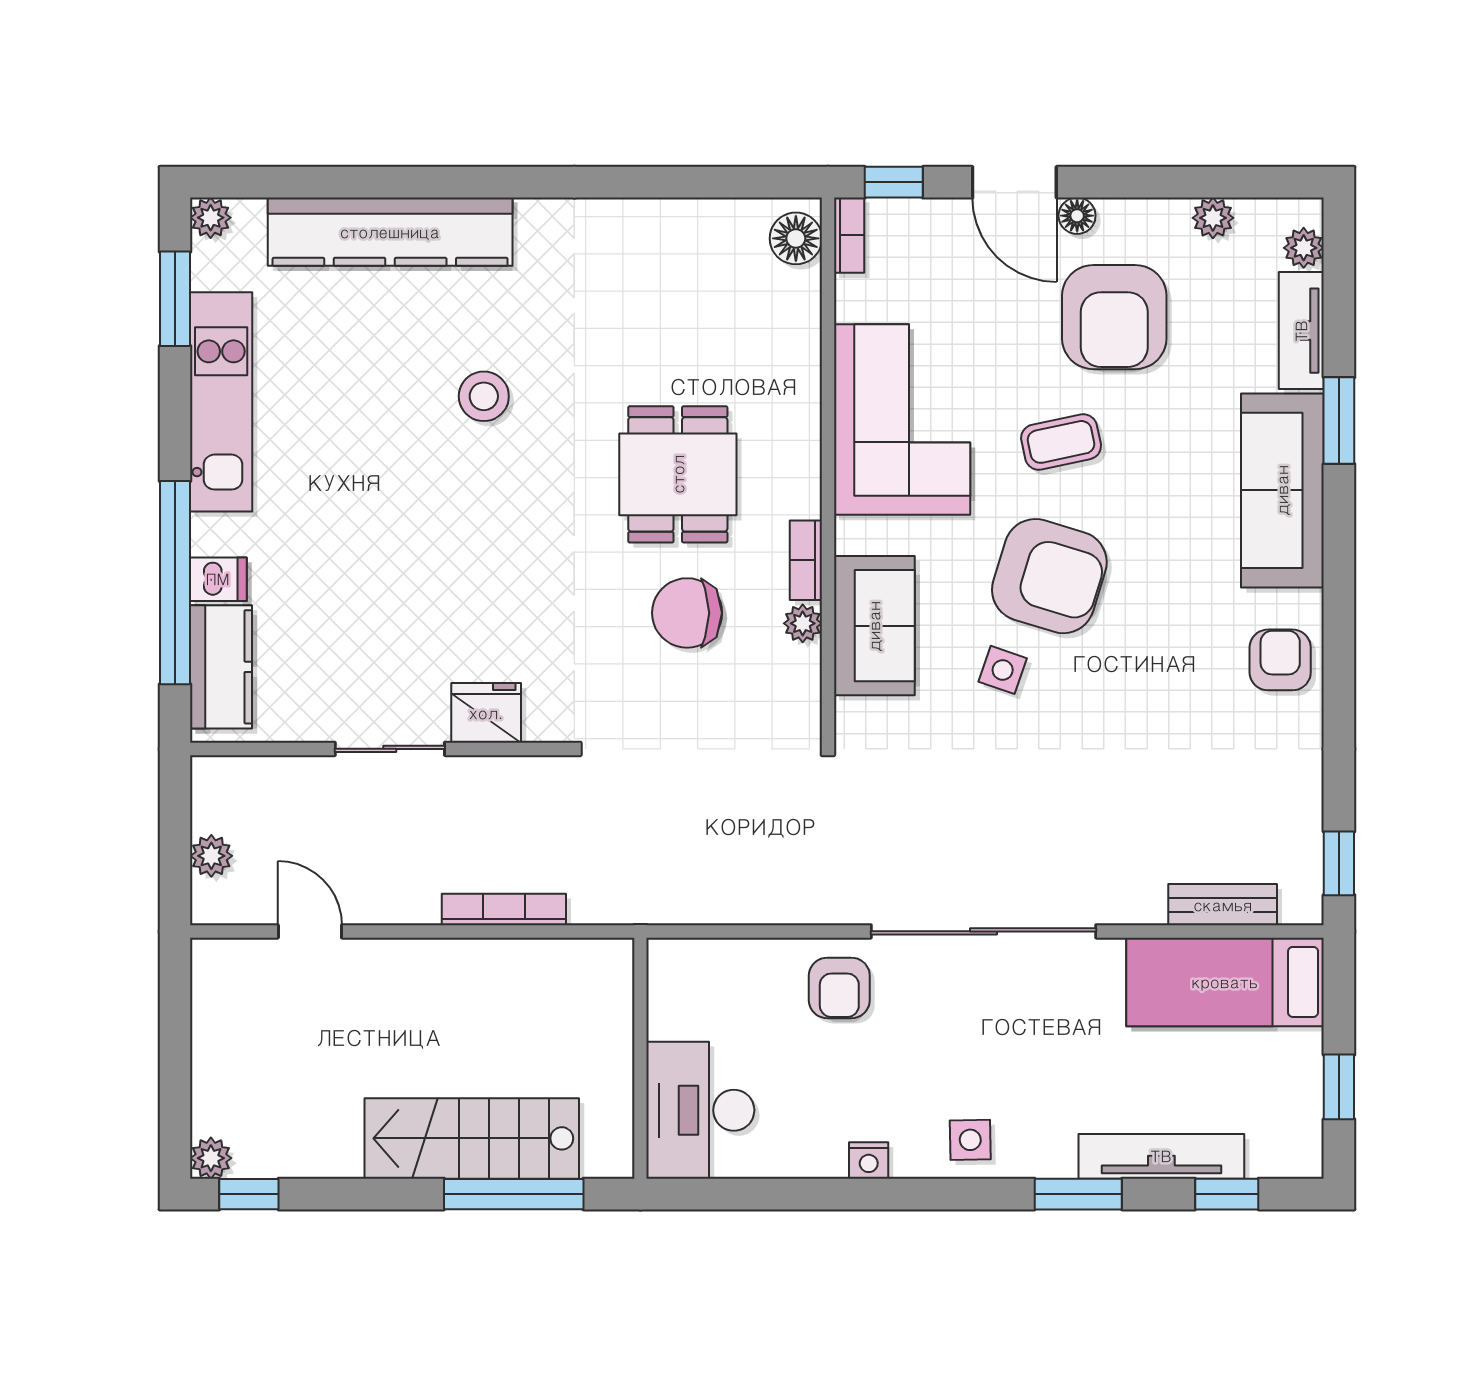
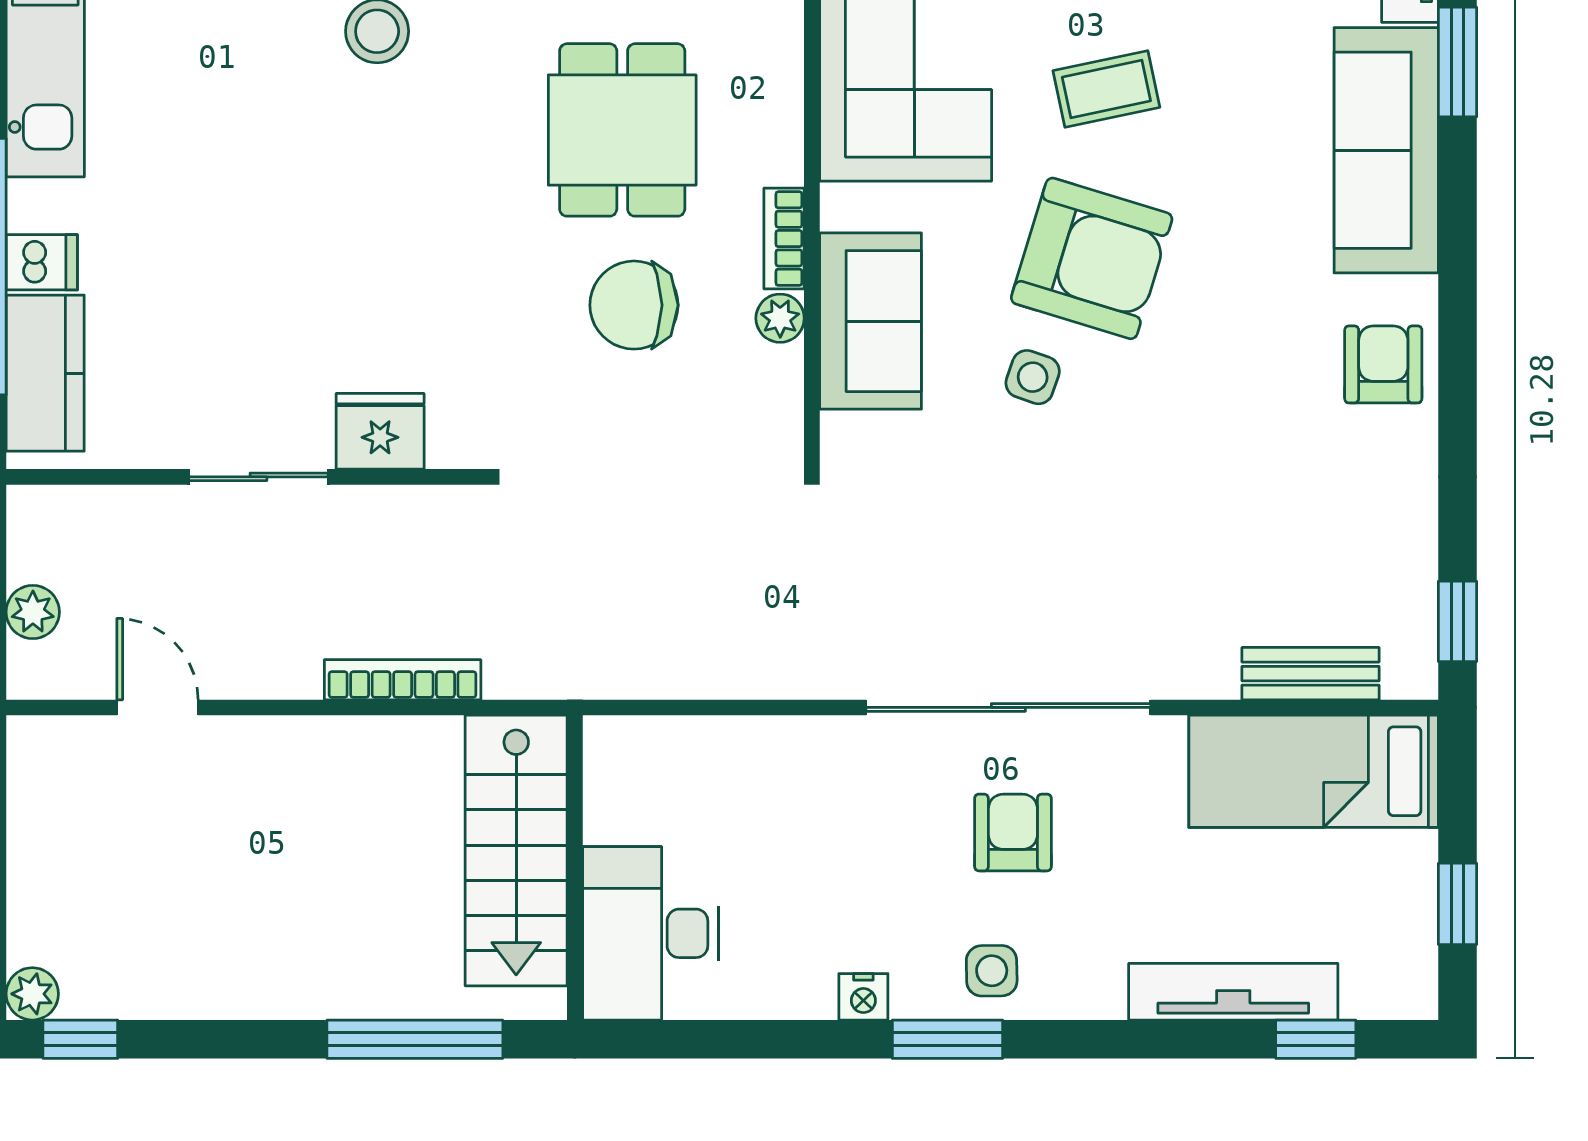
armchair: (839, 988) -> (1013, 832), moved, turned 180
stairs: (472, 1138) -> (516, 850), moved, turned -90
window: (1078, 1194) -> (947, 1039), moved

